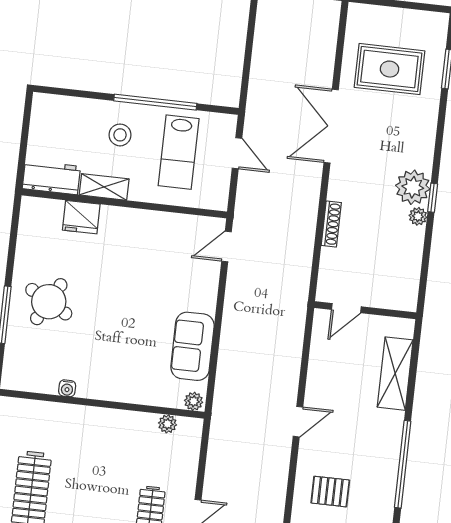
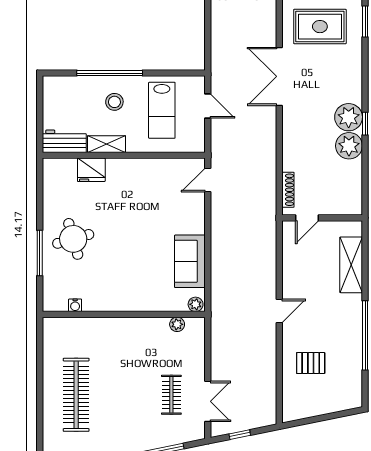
window: (155, 102) -> (110, 73), moved
plant: (418, 216) -> (349, 146), width x1.88, depth x1.88
shoe rack: (331, 224) -> (288, 190), moved
round table: (49, 302) -> (73, 239), turned 45
water cooler: (67, 388) -> (75, 305), moved

